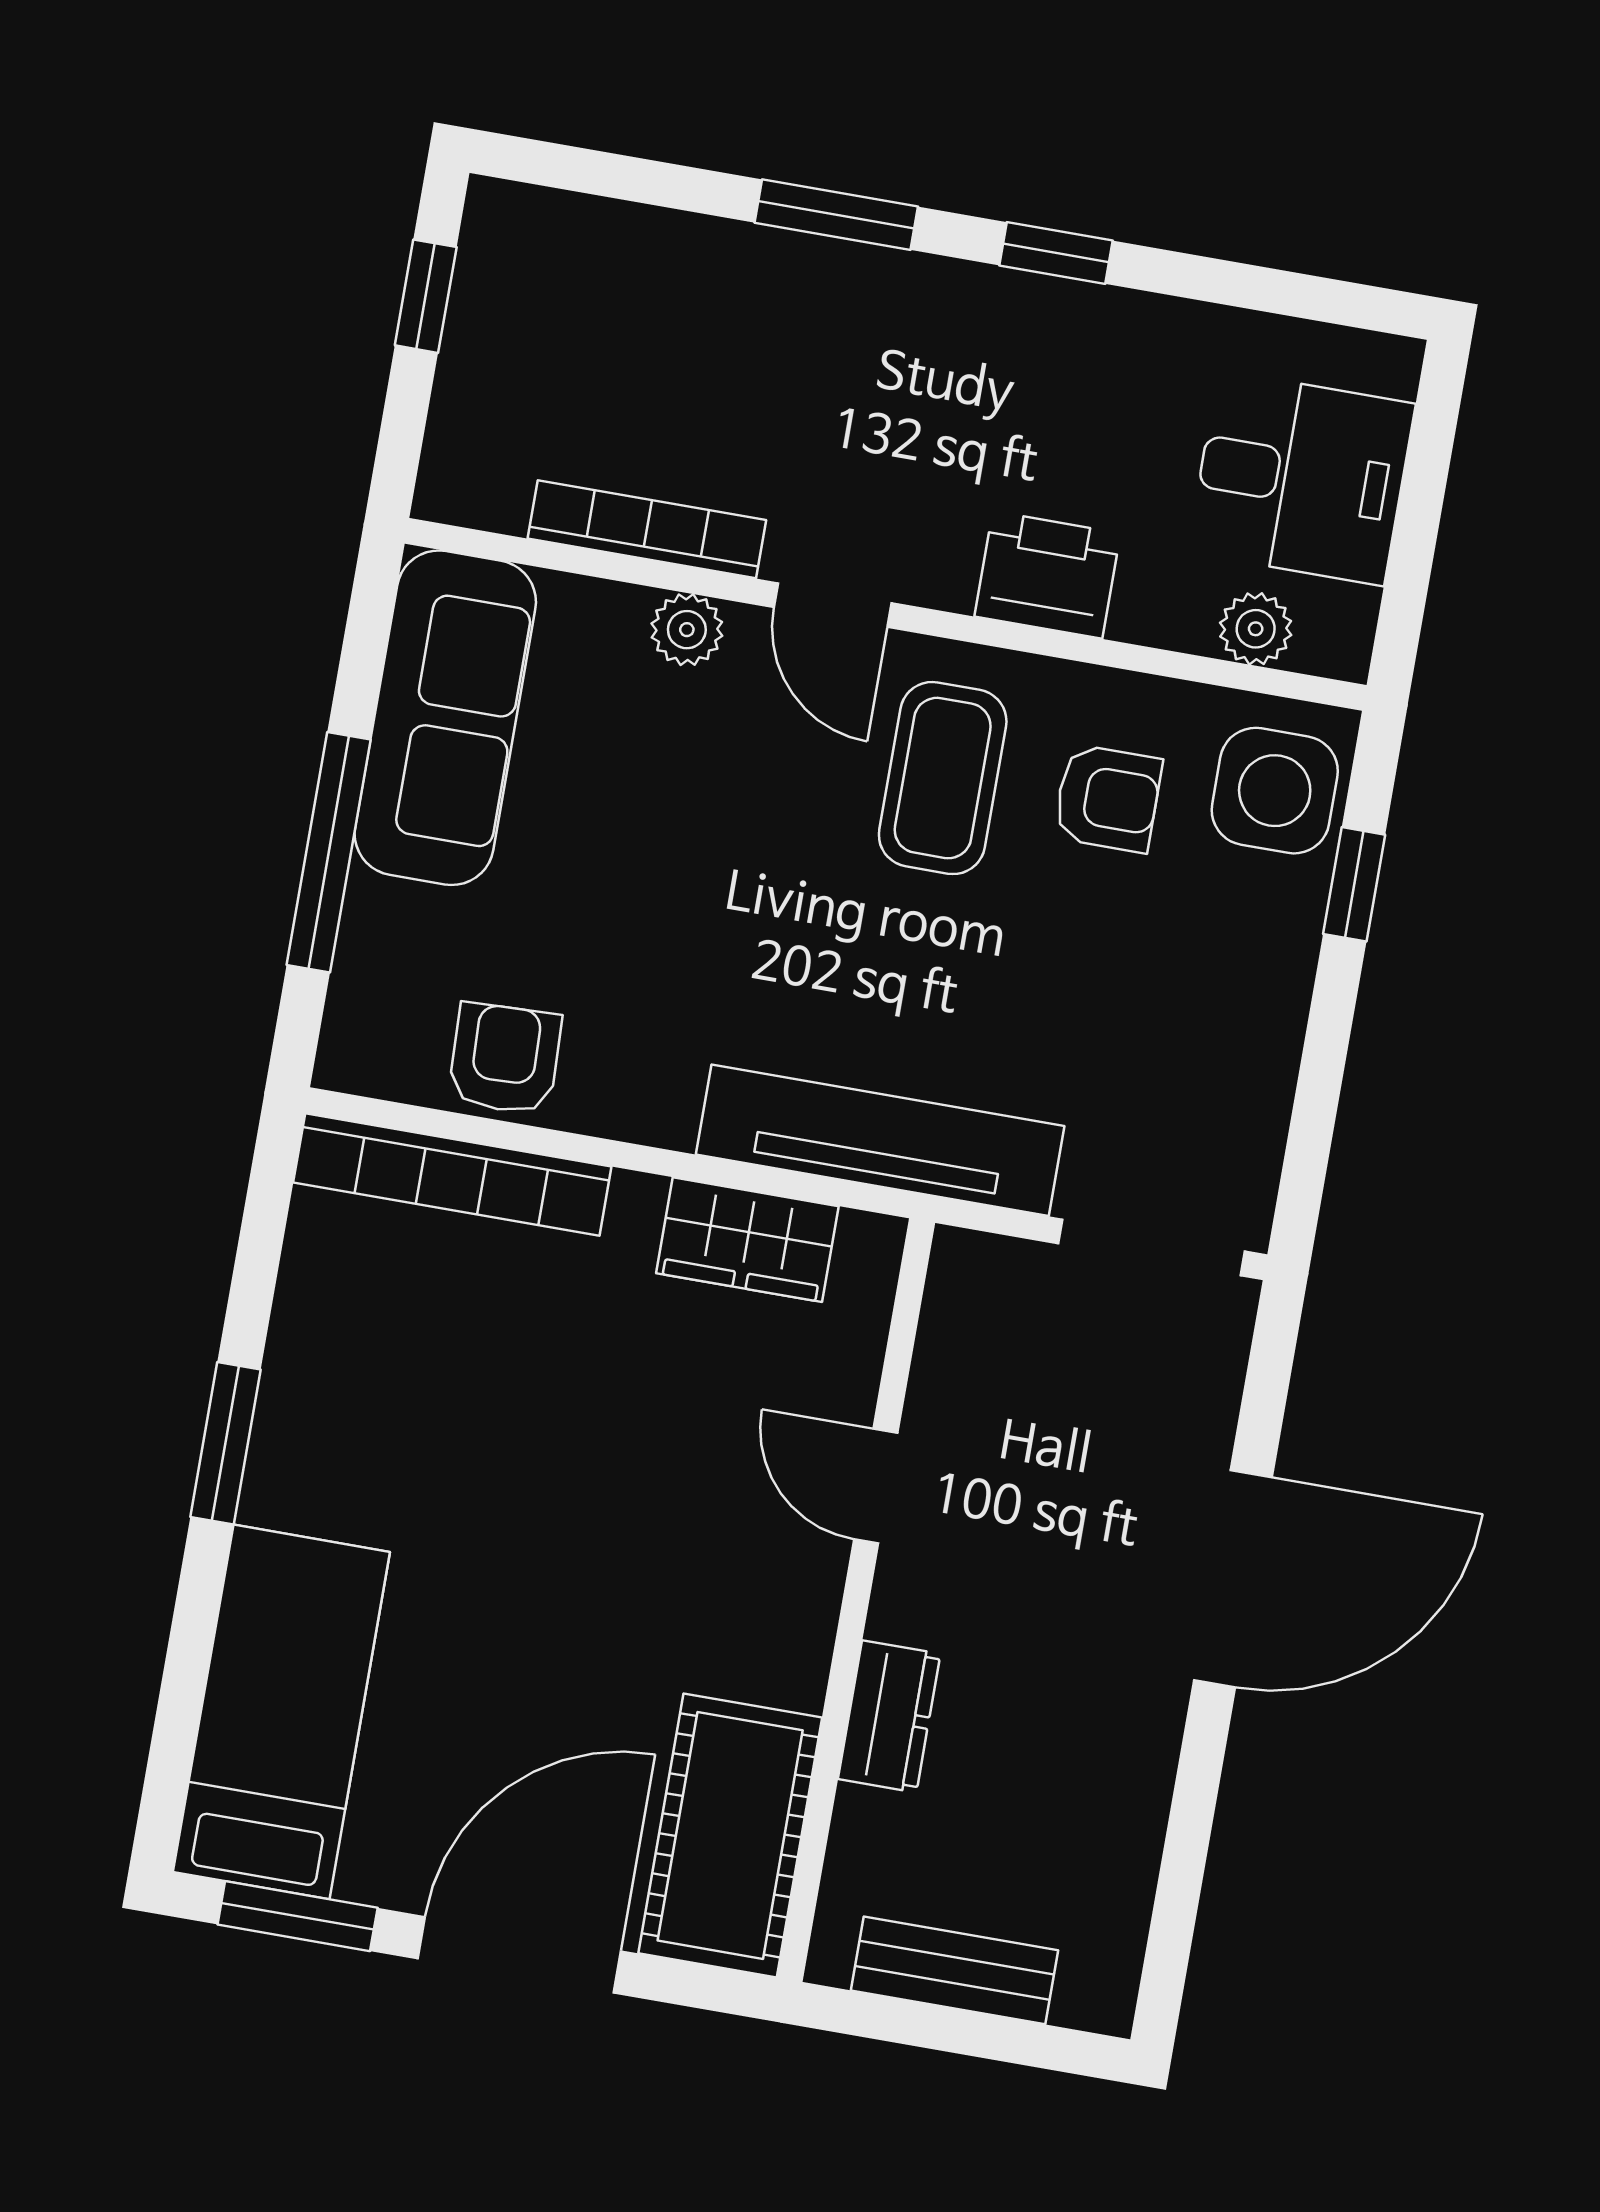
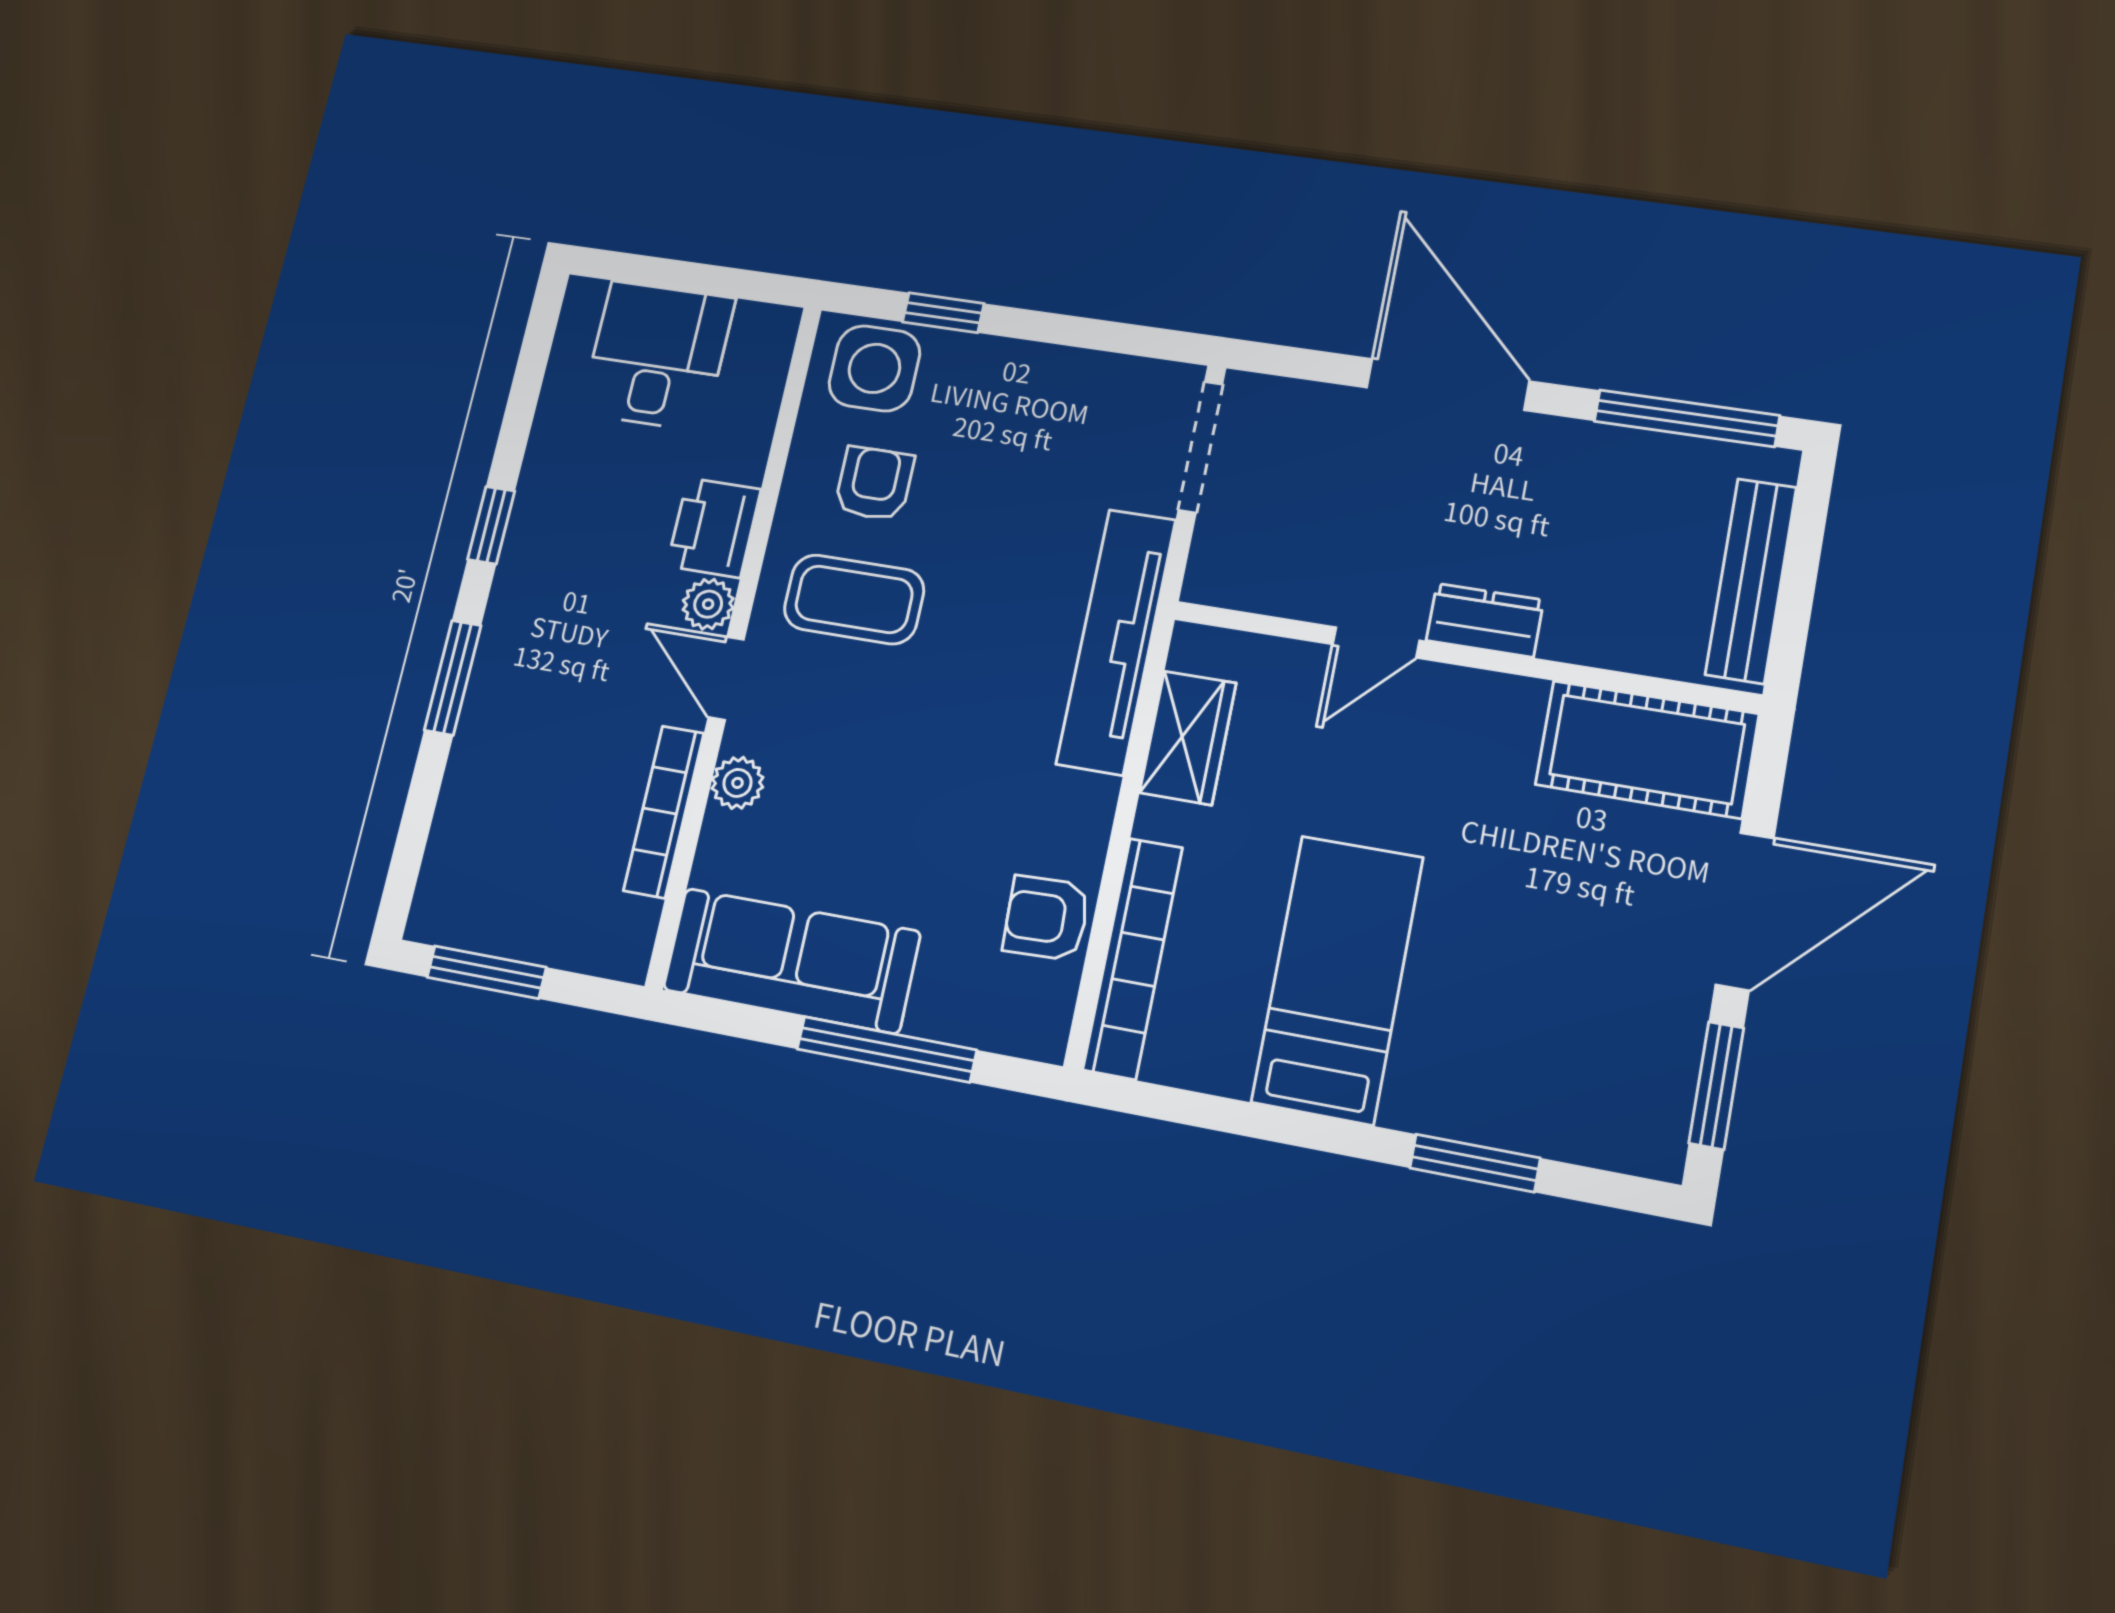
window: (426, 296) -> (486, 972), width x1.50
door: (833, 605) -> (726, 678), swing flipped
plant: (1256, 629) -> (708, 604), moved
window: (225, 1443) -> (1475, 1163), moved
bed: (281, 1712) -> (1338, 979), moved, turned 90
dresser: (889, 1716) -> (1485, 620), moved
window: (1178, 1891) -> (1687, 418), added
door: (519, 1955) -> (1745, 911), swing flipped
bench: (955, 1970) -> (1751, 581), width x1.36

